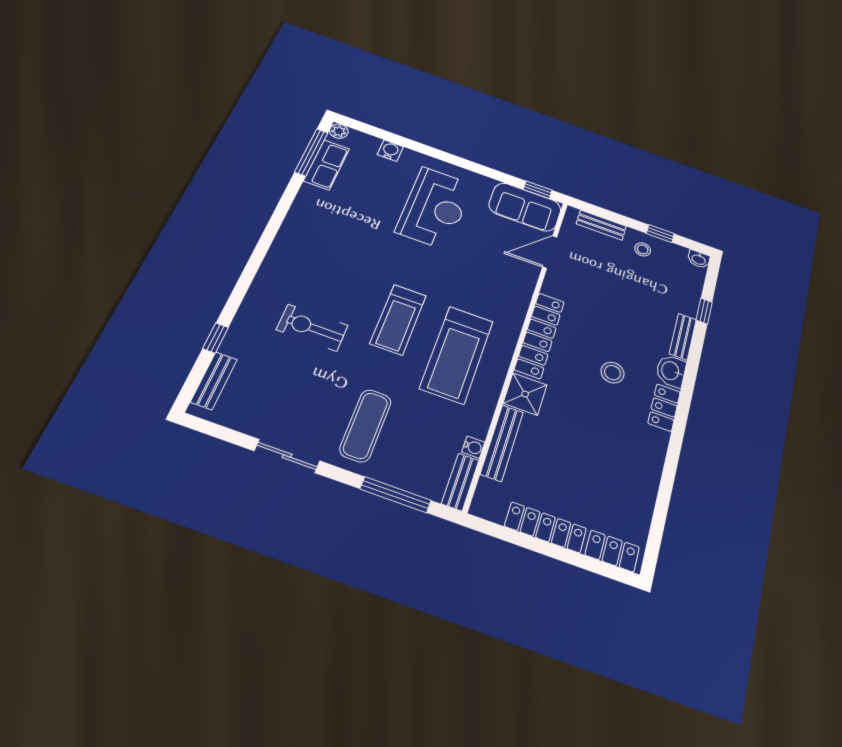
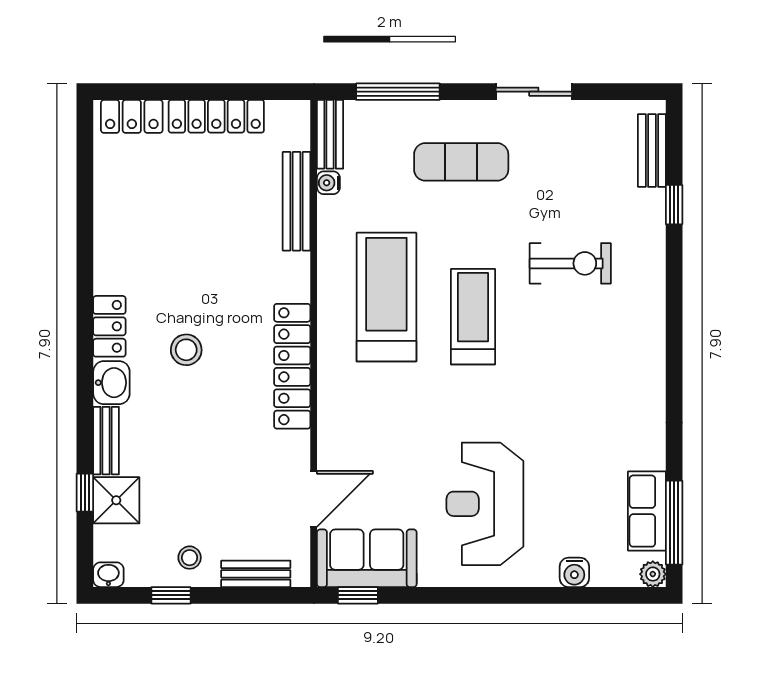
shower: (525, 394) -> (116, 500), moved
exercise mat: (365, 425) -> (461, 162), turned 90

